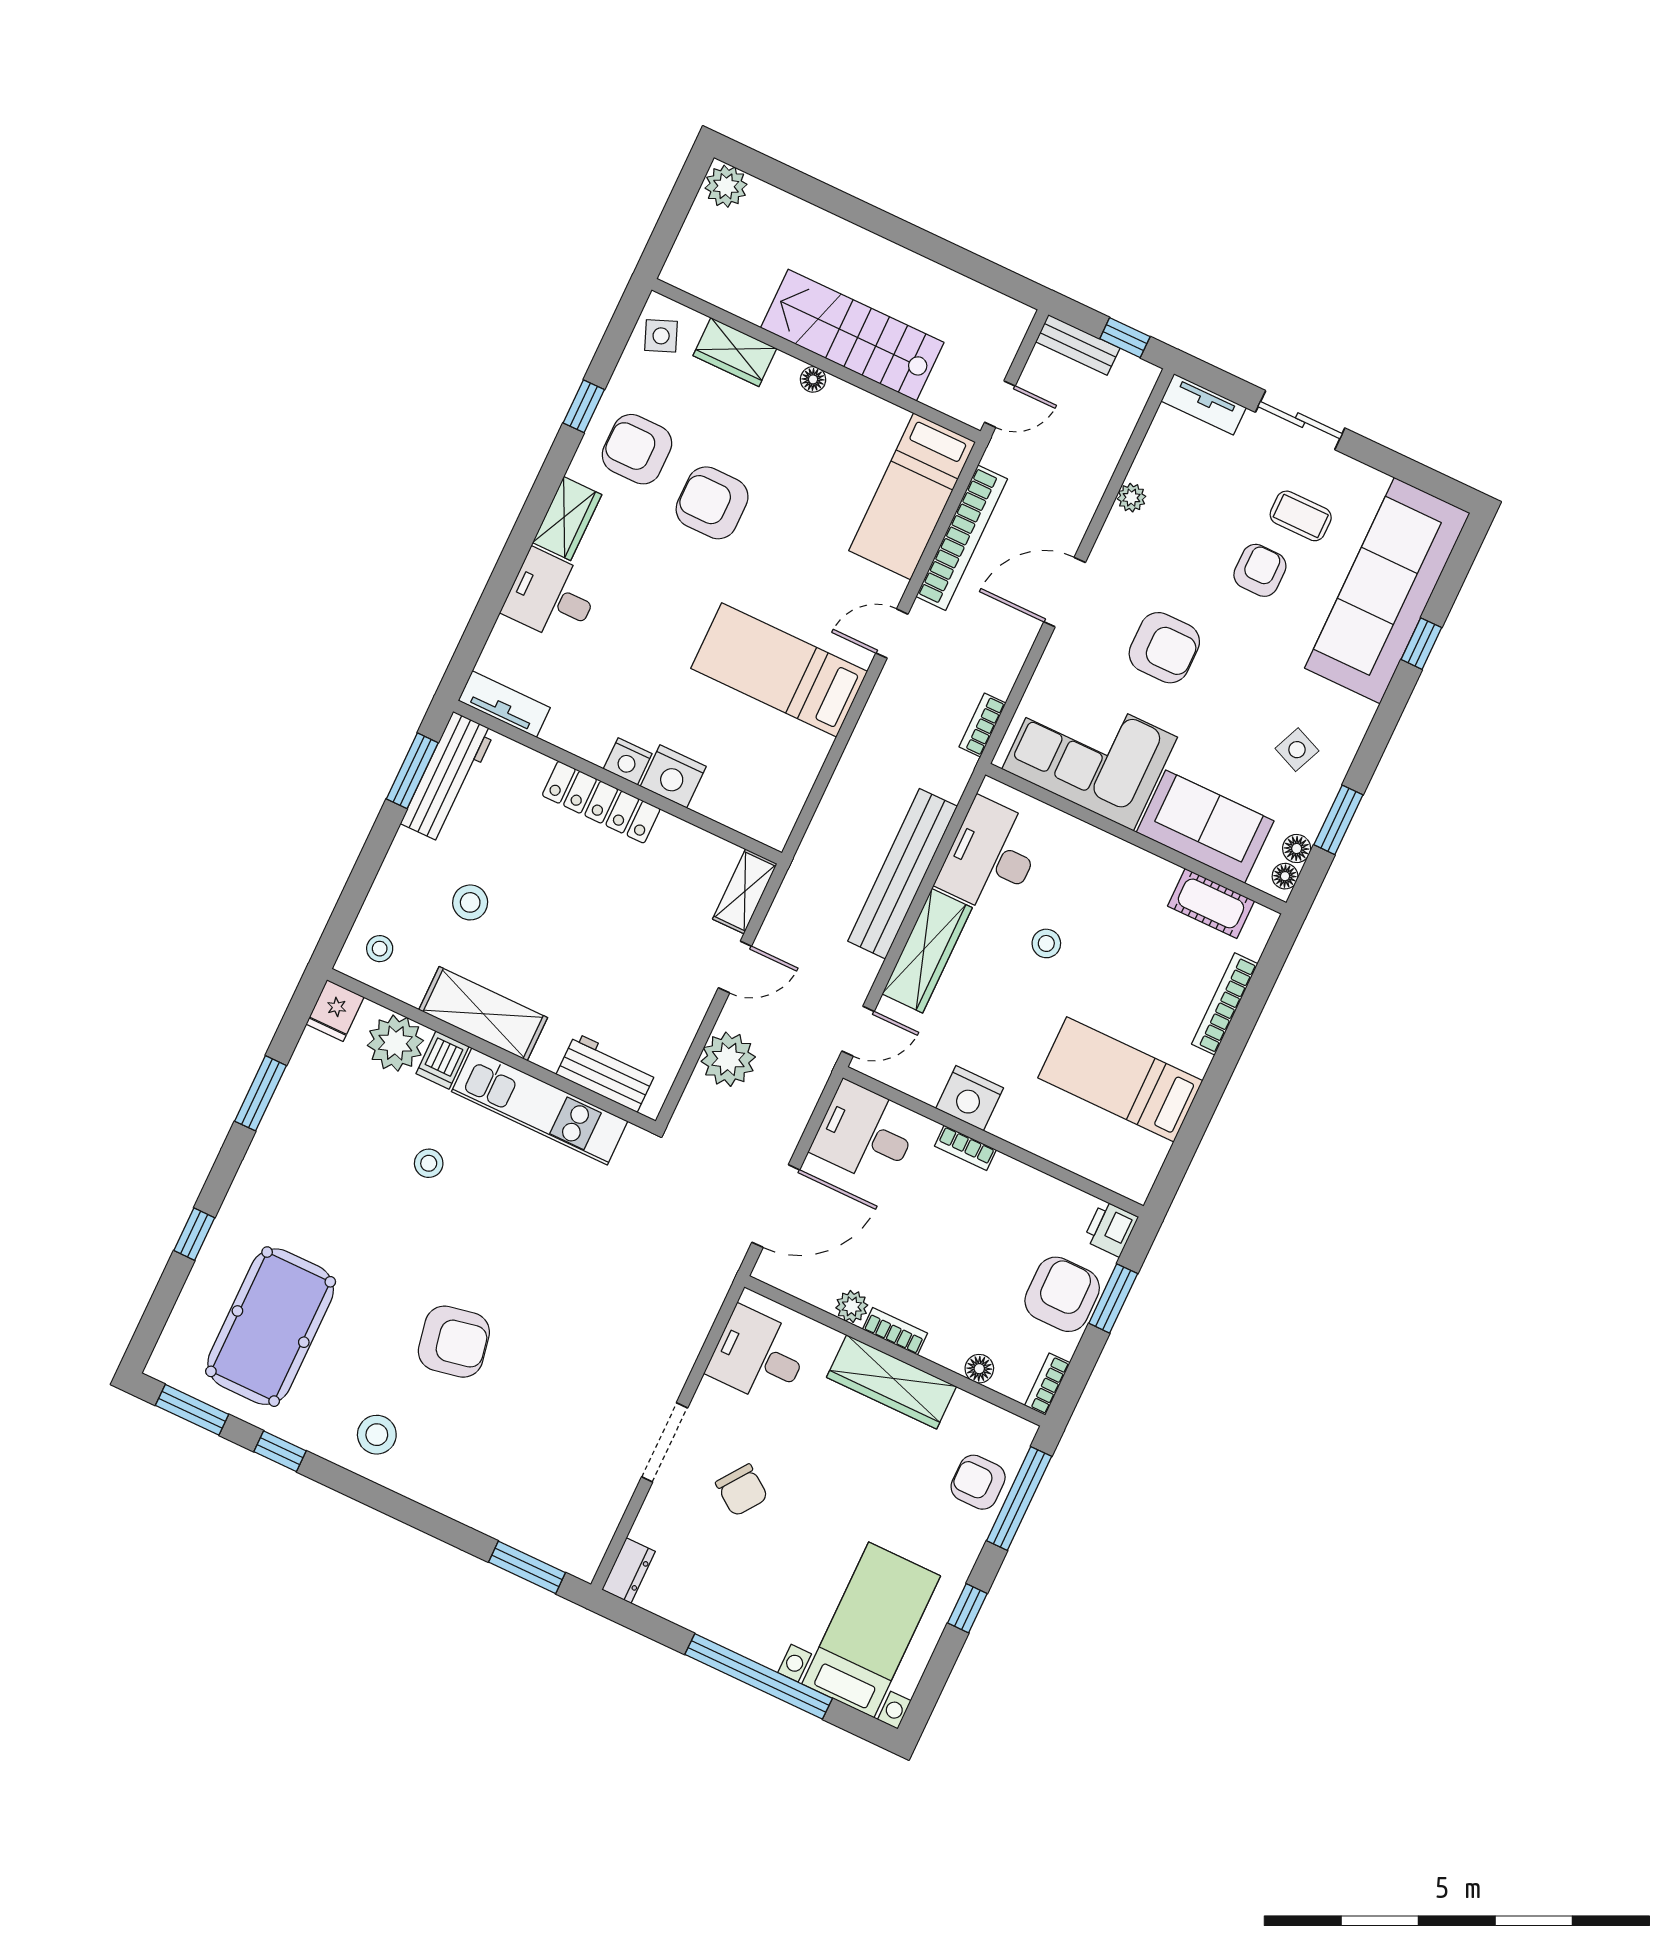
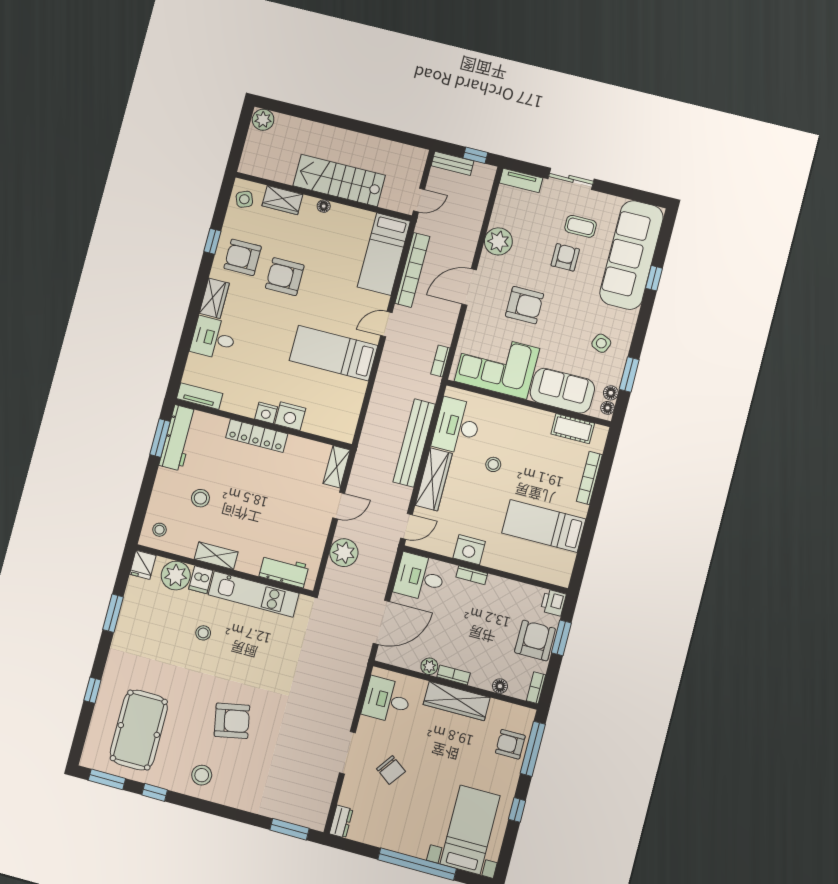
plant: (1131, 498) -> (498, 241), width x1.88, depth x1.88
shelving: (483, 1014) -> (216, 556), width x0.67, depth x0.75

